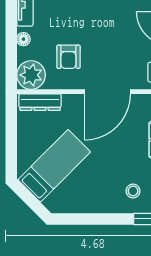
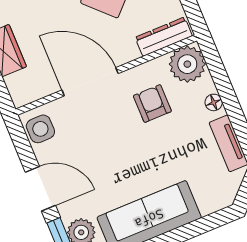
door: (107, 92) -> (90, 82), hinge flipped

